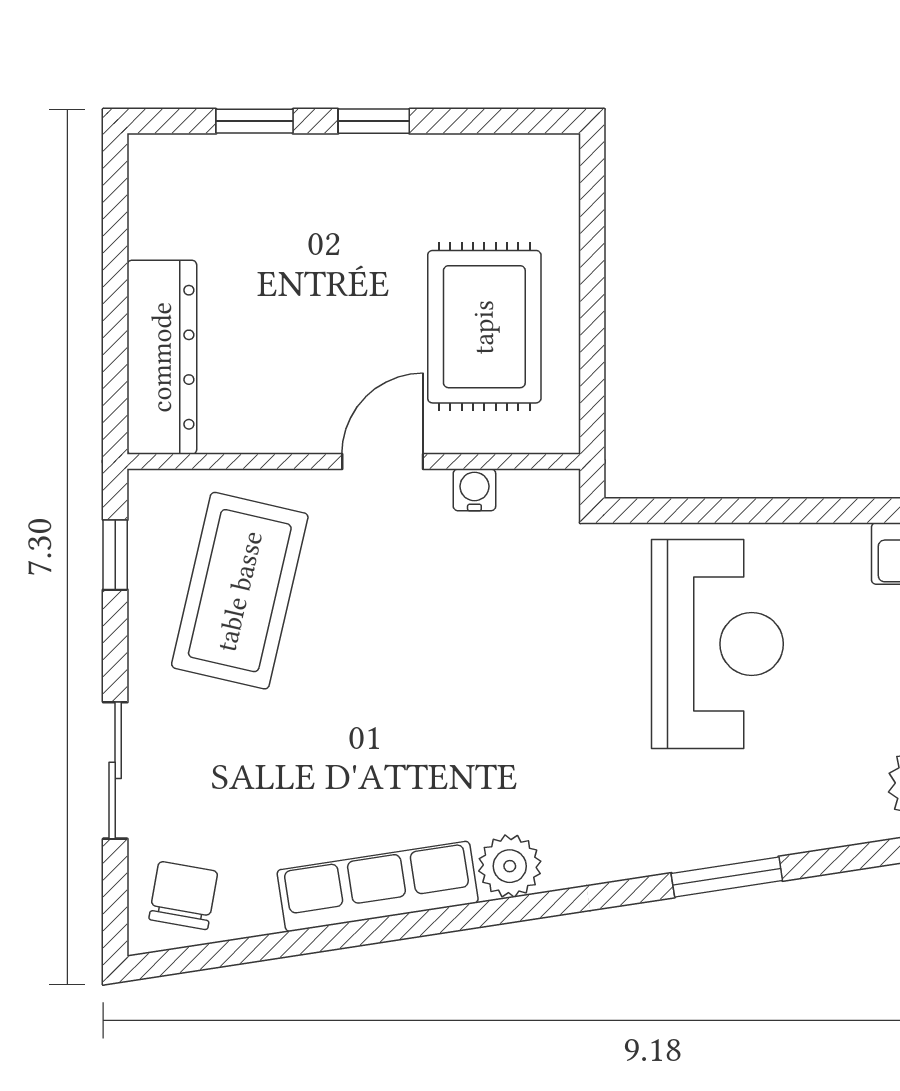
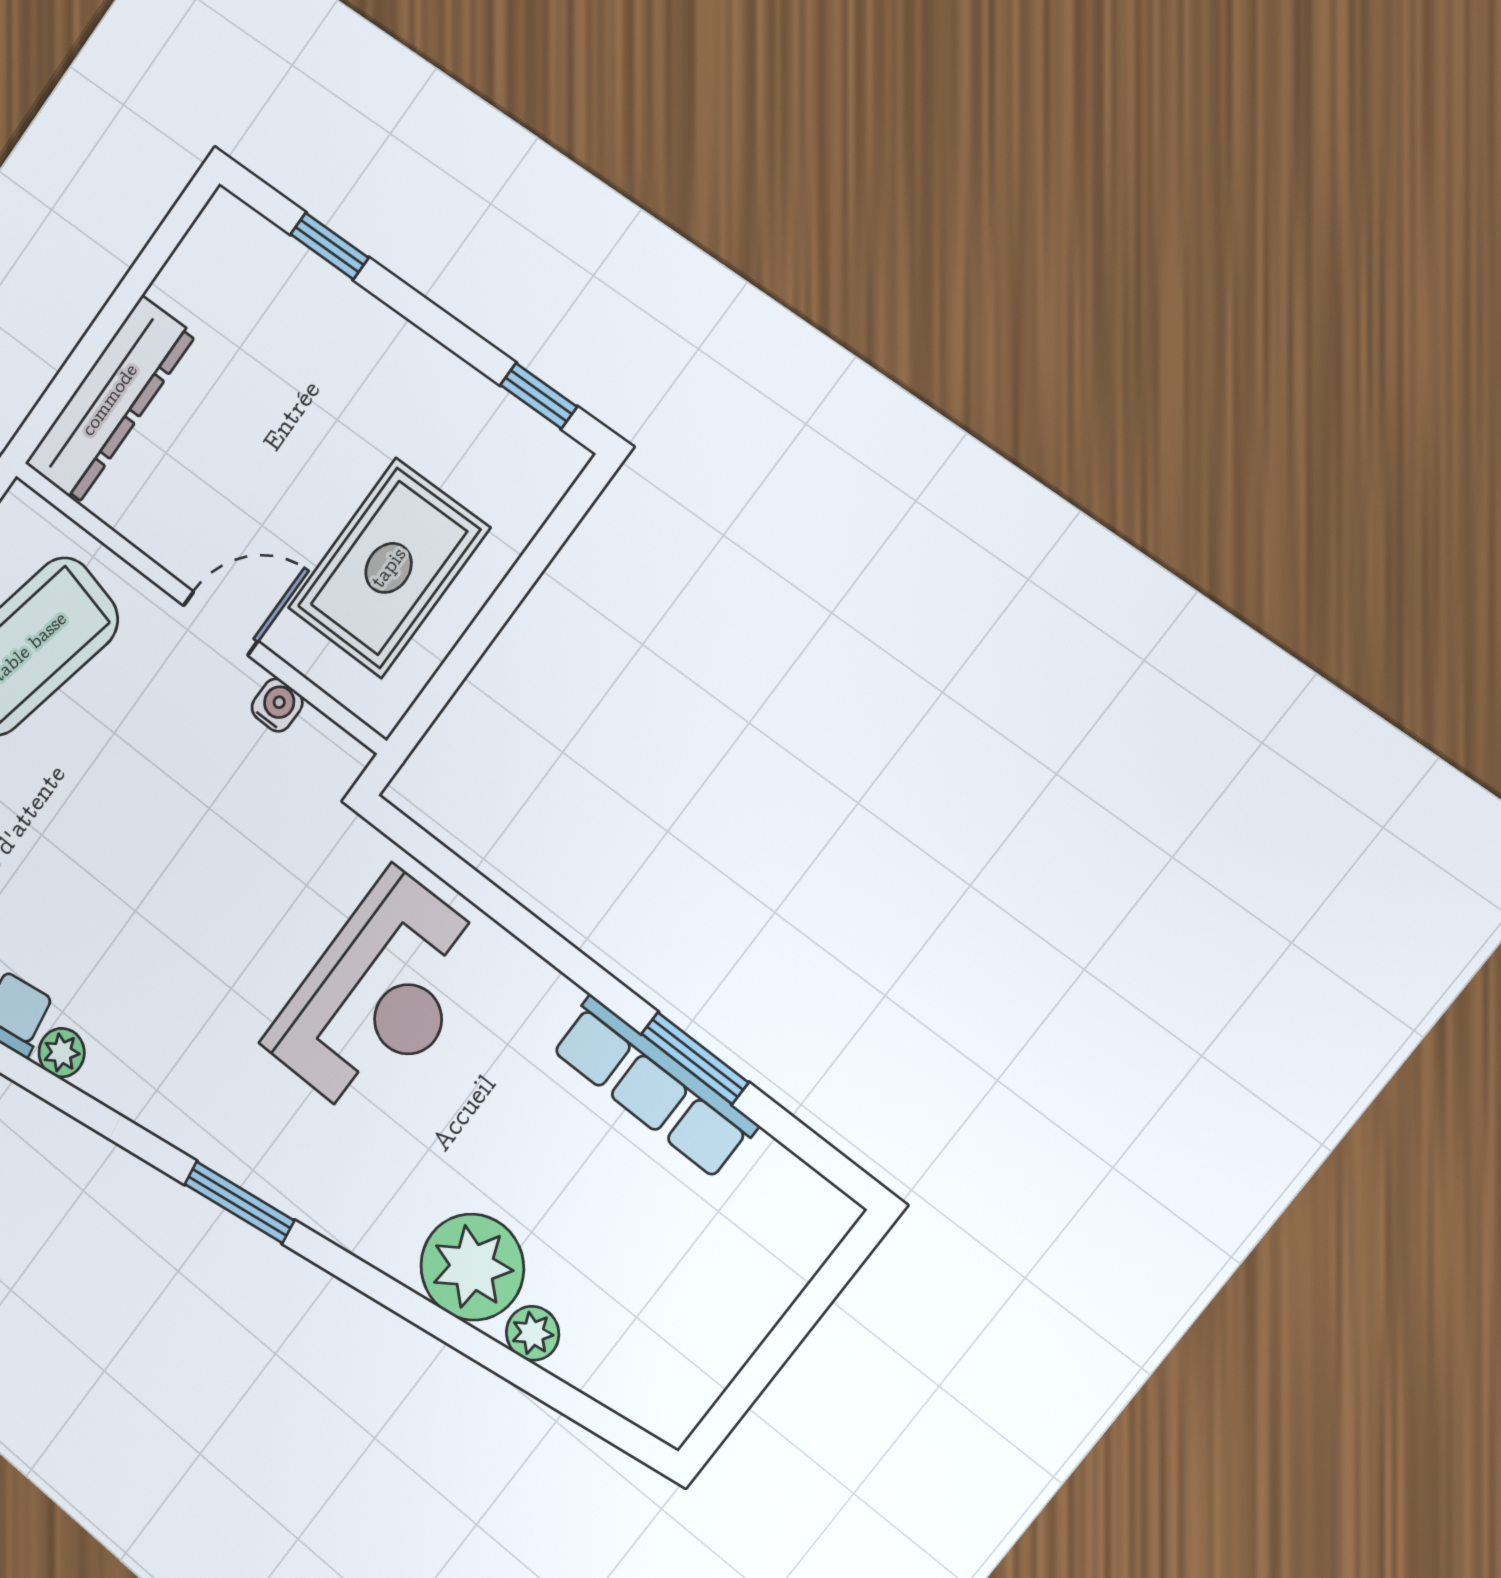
window: (374, 121) -> (539, 396), moved
plant: (510, 866) -> (62, 1053), width x0.73, depth x0.73

